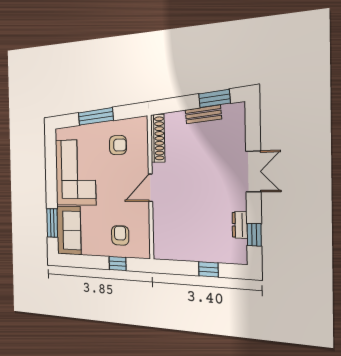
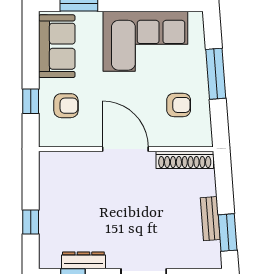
armchair: (118, 145) -> (179, 105), turned -90
door: (150, 188) -> (125, 149), width x1.36
dresser: (240, 225) -> (83, 260), width x1.44
sofa: (69, 230) -> (57, 46), moved, turned -90

